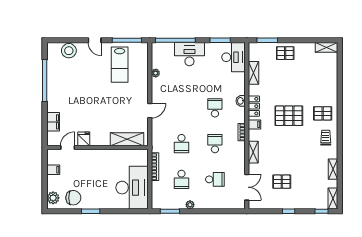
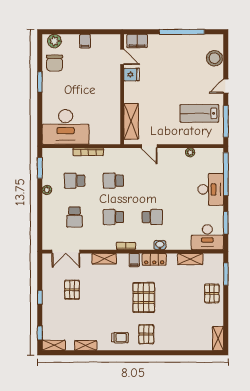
fridge: (84, 139) -> (132, 74), moved
shelving: (127, 139) -> (131, 121), moved
school desk: (215, 144) -> (113, 217), turned 180
door: (68, 148) -> (122, 57), moved
wall: (97, 148) -> (122, 89), moved

